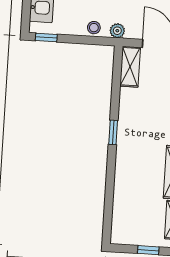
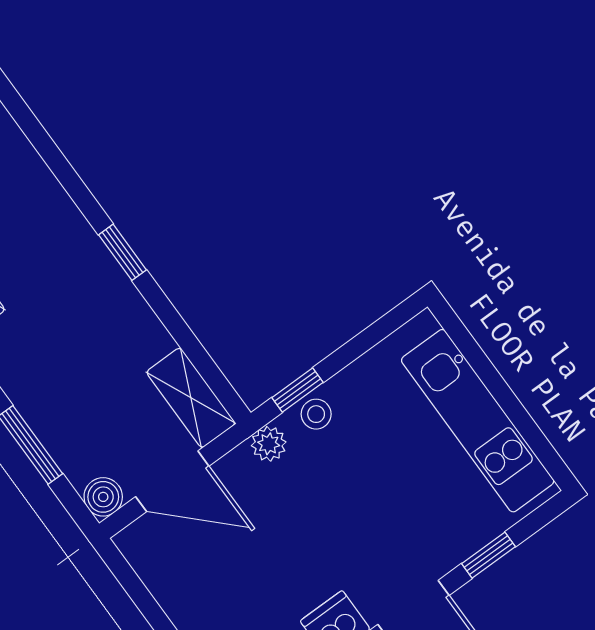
window: (46, 37) -> (297, 390), moved

